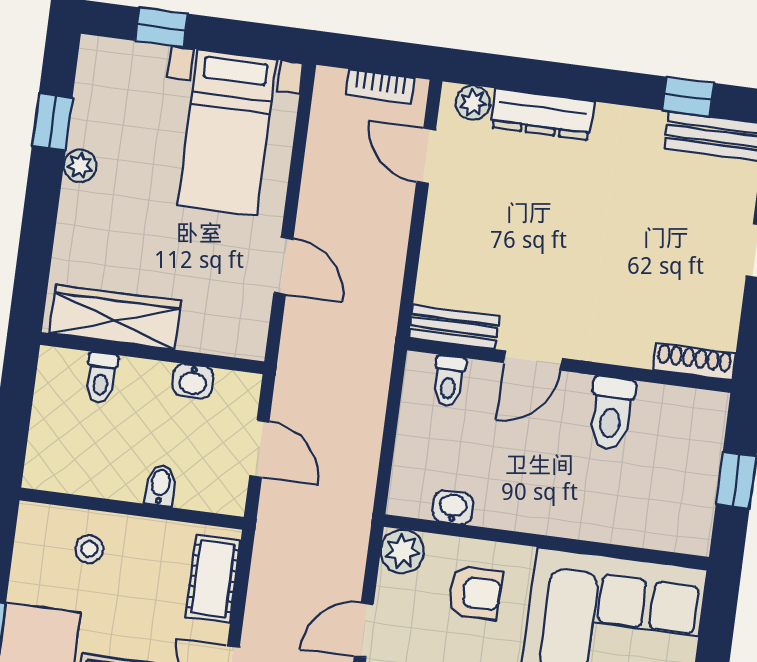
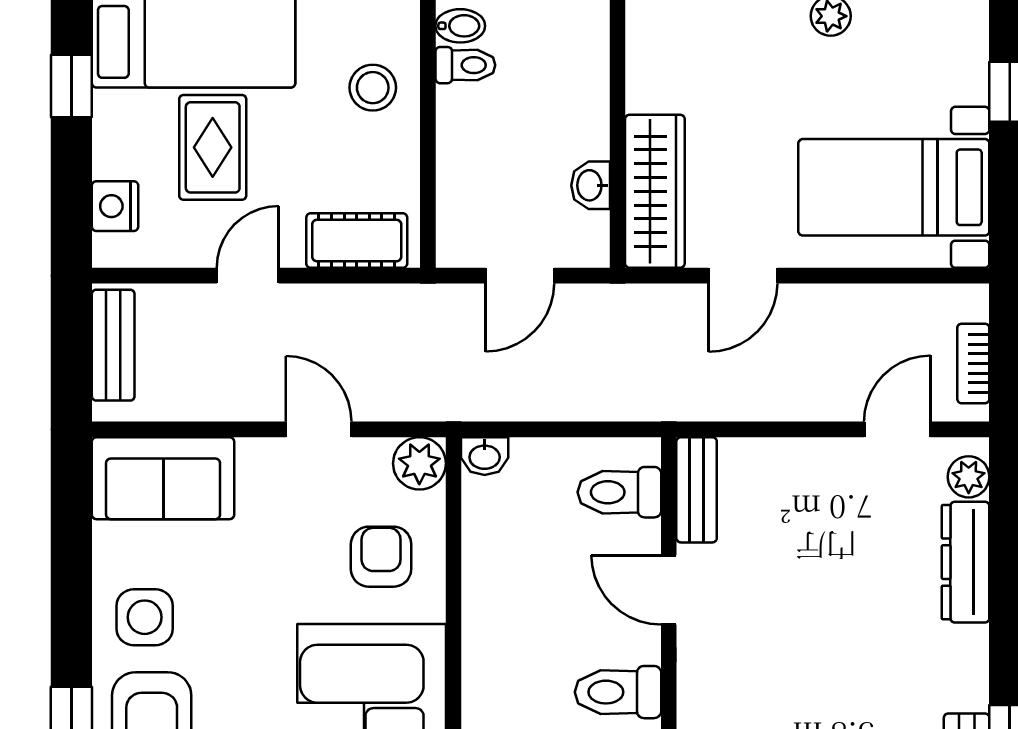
wardrobe: (115, 317) -> (655, 191), moved
toilet: (101, 378) -> (465, 65), moved, turned 180
toilet: (449, 381) -> (619, 492), width x1.37, depth x1.39
bidet: (160, 485) -> (460, 26), moved
washbasin: (453, 507) -> (485, 456), moved, turned 90
stool: (89, 549) -> (373, 88), width x1.37, depth x1.37
armchair: (475, 593) -> (381, 557), turned 180

